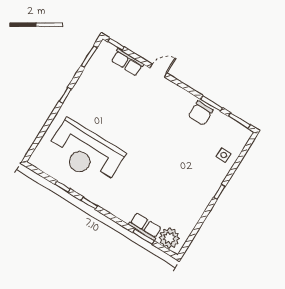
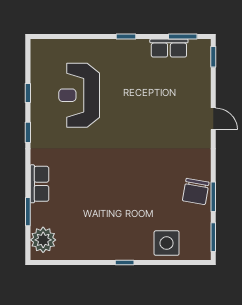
row of seats: (127, 62) -> (169, 48), moved, turned -90
chair: (201, 113) -> (196, 191), turned -80
reception desk: (86, 152) -> (79, 95), width x0.74, depth x0.77
side table: (224, 155) -> (167, 243), width x1.87, depth x1.87
row of seats: (145, 227) -> (39, 184), moved

